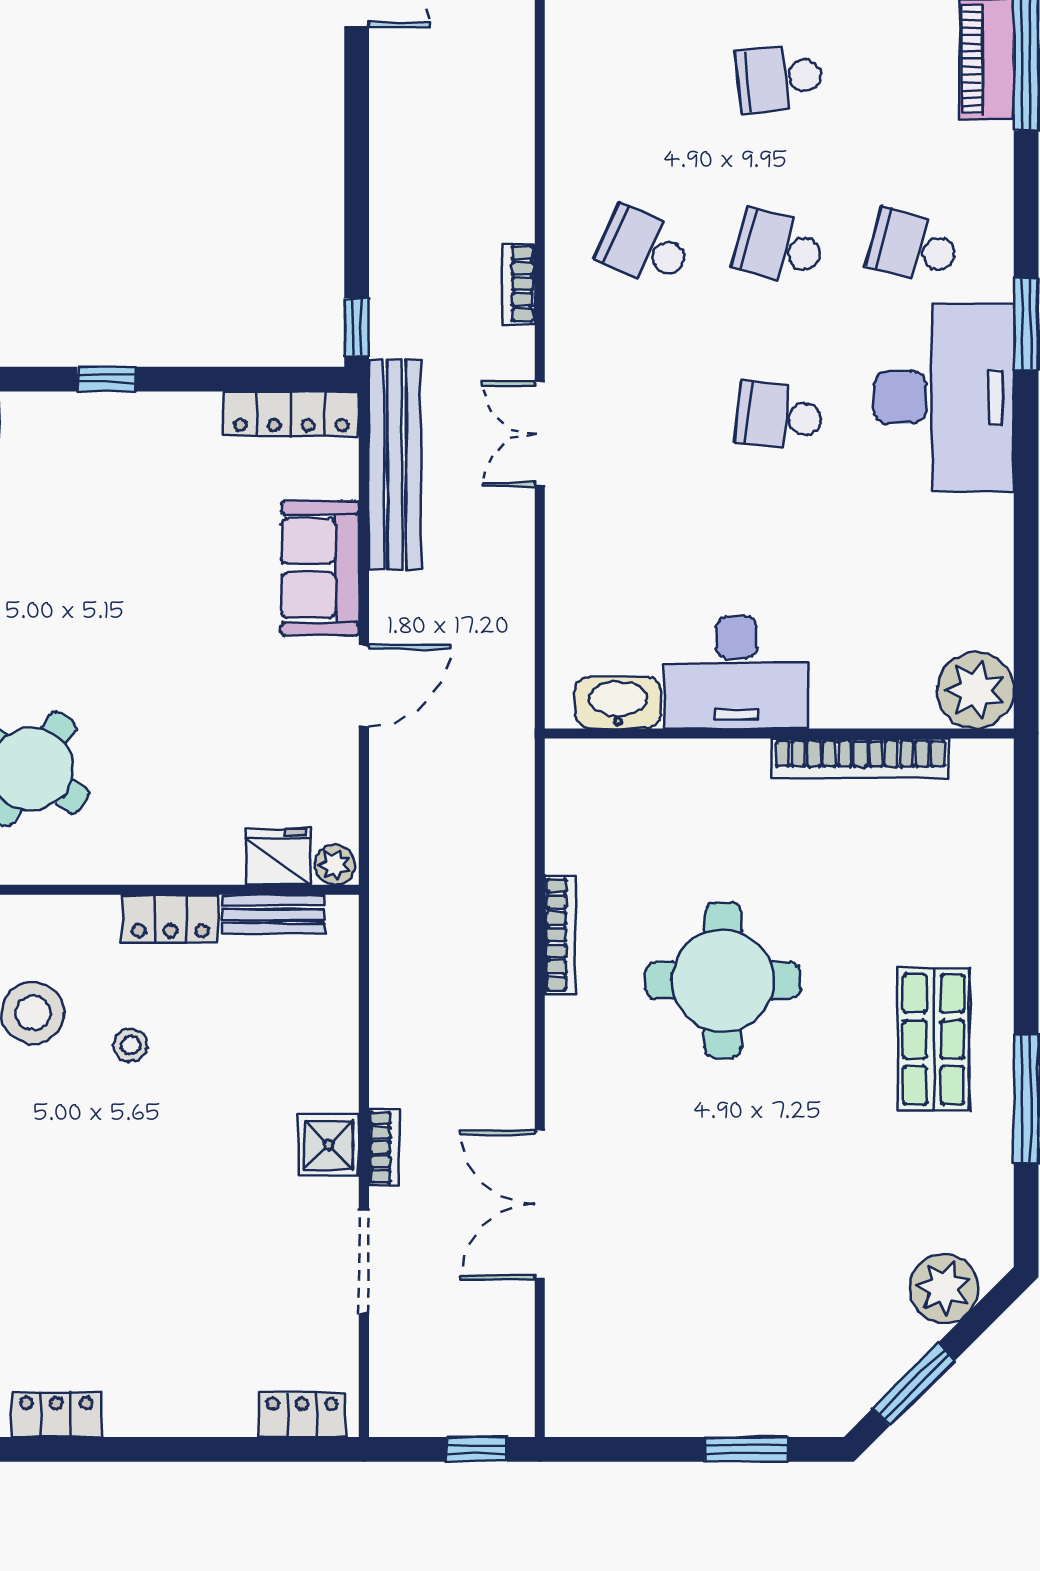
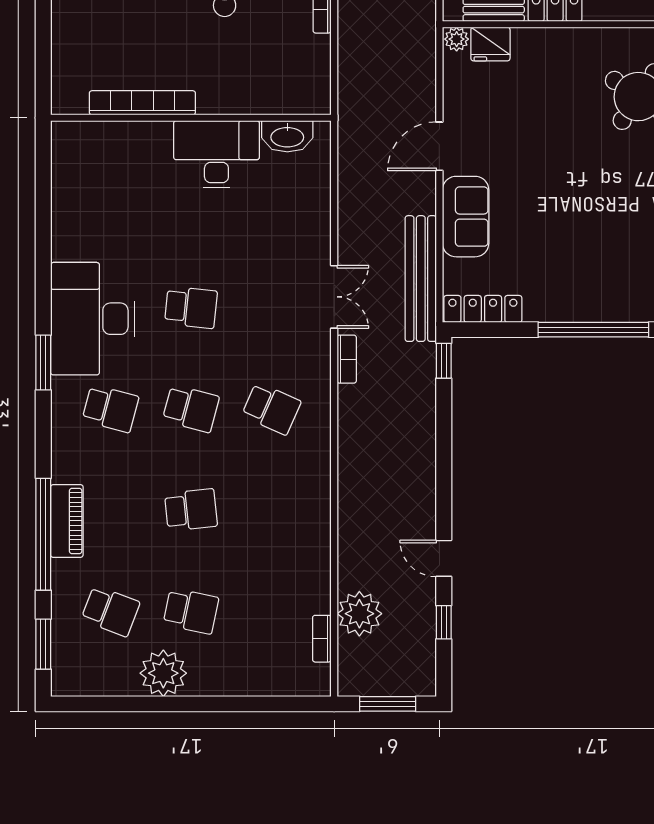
bookcase: (519, 284) -> (347, 359), moved
window: (106, 379) -> (593, 330), width x3.17
plant: (976, 690) -> (73, 144), removed

